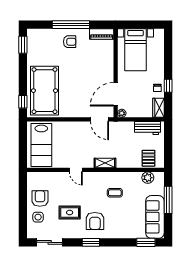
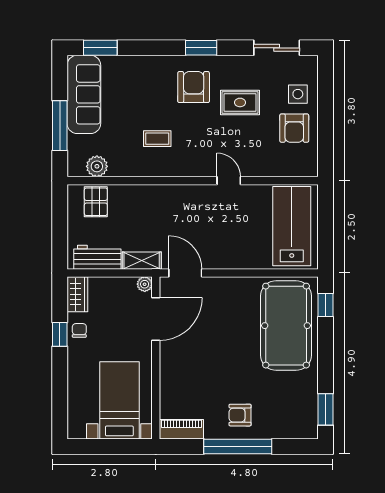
shelving: (105, 163) -> (142, 261), moved

